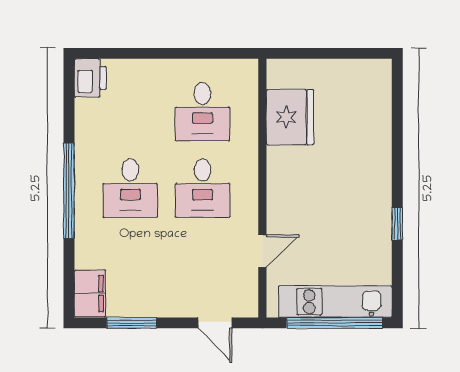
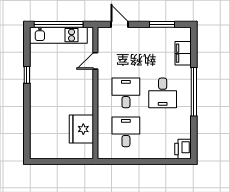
desk: (130, 188) -> (163, 93), turned 180
filing cabinet: (90, 293) -> (183, 53), moved

